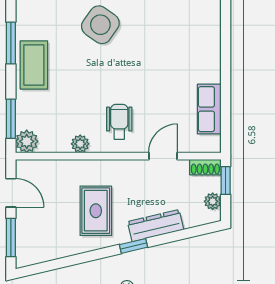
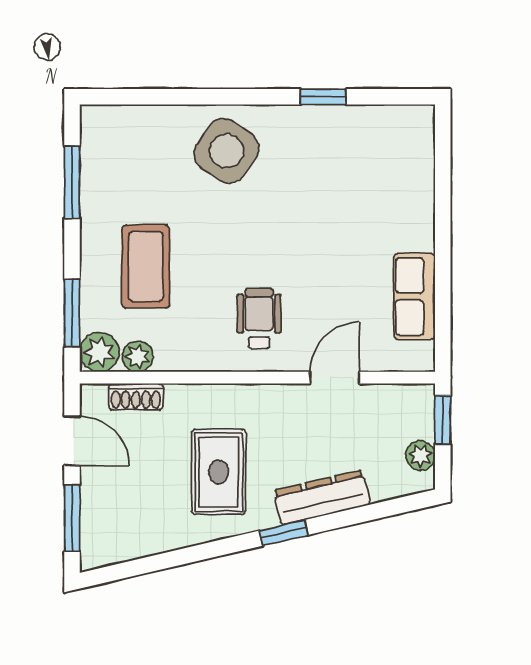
coffee table: (34, 65) -> (146, 266), moved
plant: (80, 144) -> (138, 356), moved
shoe rack: (205, 167) -> (136, 397), moved

